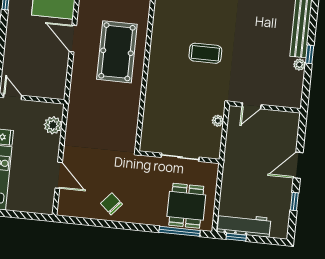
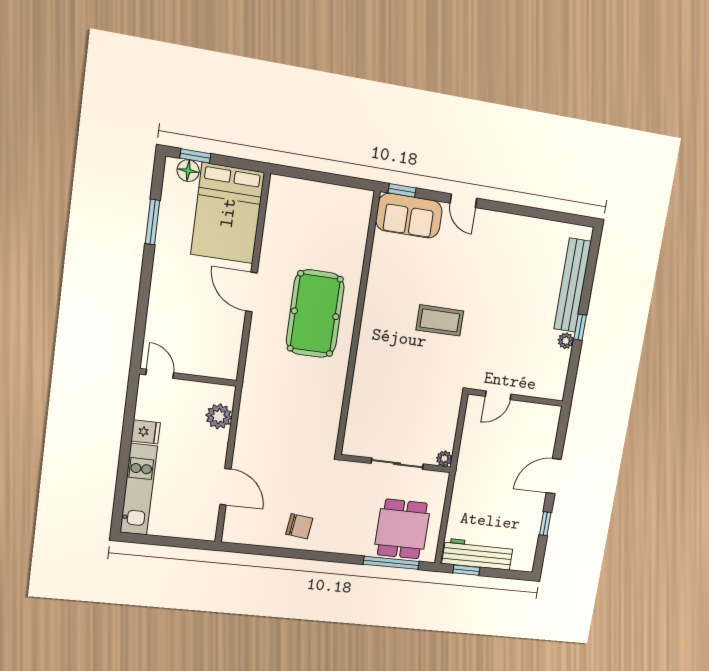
plant: (218, 121) -> (444, 459), moved
chair: (111, 204) -> (299, 526), turned 146

